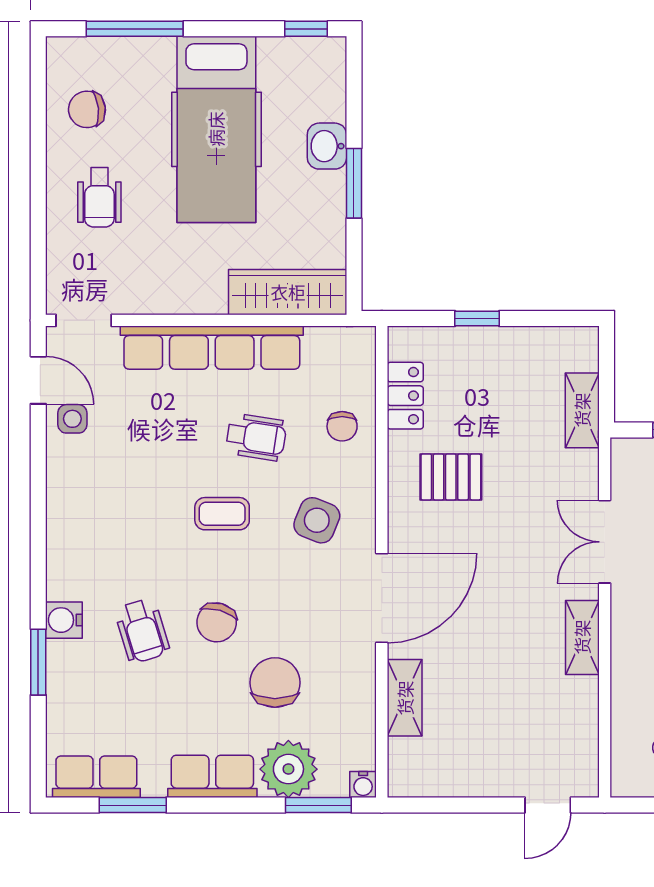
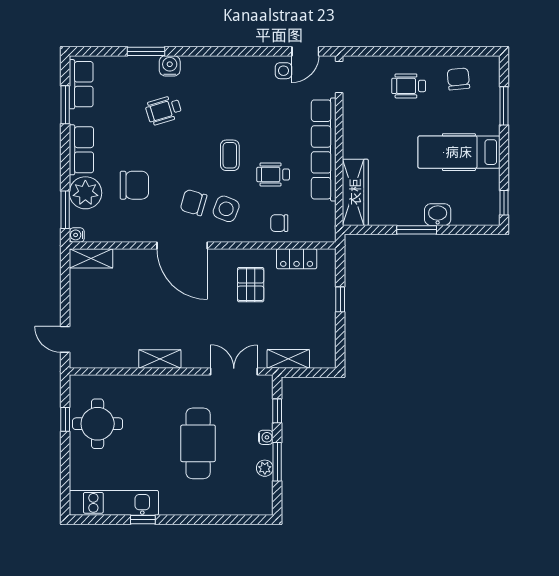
window: (135, 29) -> (504, 106), width x0.69
hospital bed: (216, 129) -> (459, 152), width x0.73, depth x0.78
wheelchair: (256, 437) -> (273, 174), turned 81
double door: (605, 542) -> (234, 372), moved
chair: (217, 622) -> (194, 203), moved
shelving: (405, 698) -> (91, 258), moved

